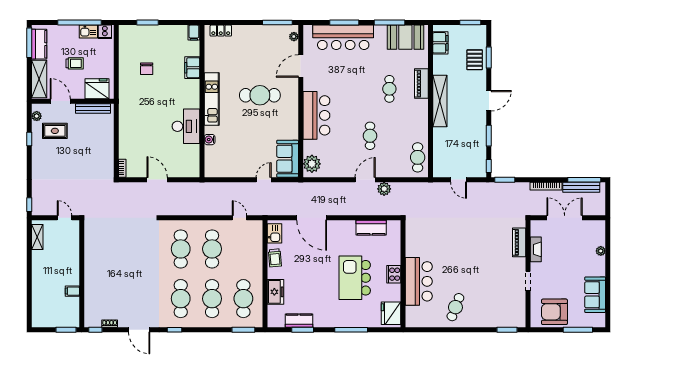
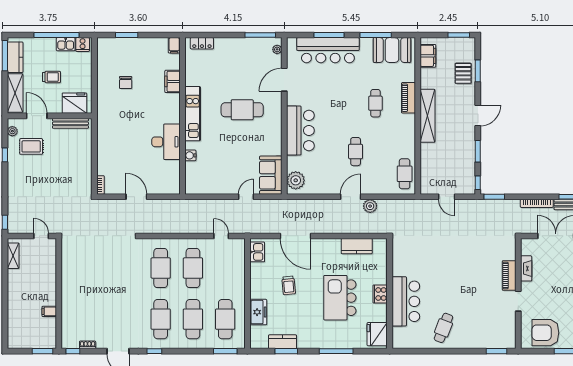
piano: (519, 242) -> (509, 275), moved
trolley: (275, 258) -> (289, 285), moved

